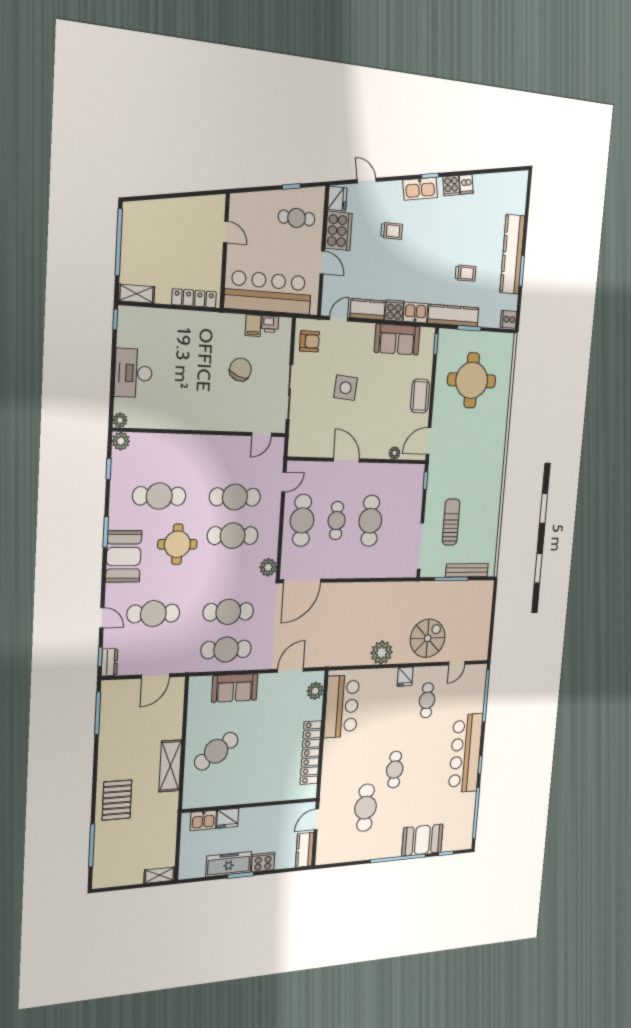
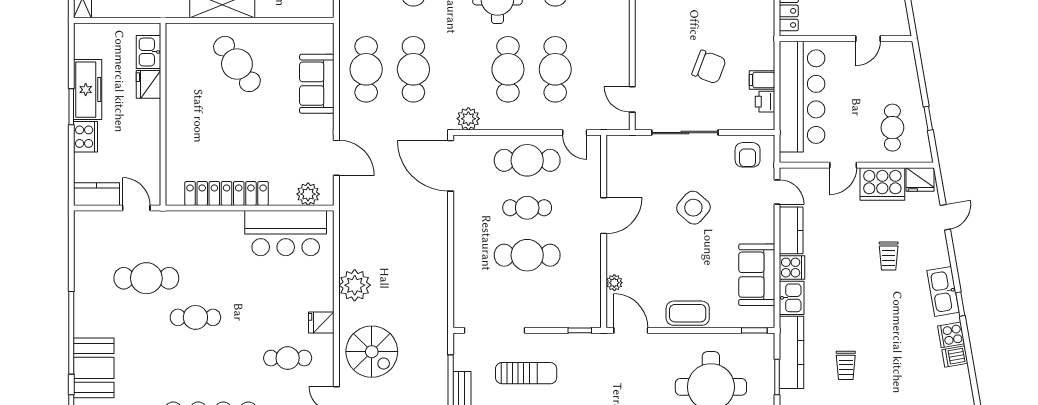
side table: (346, 388) -> (693, 208), turned 36

